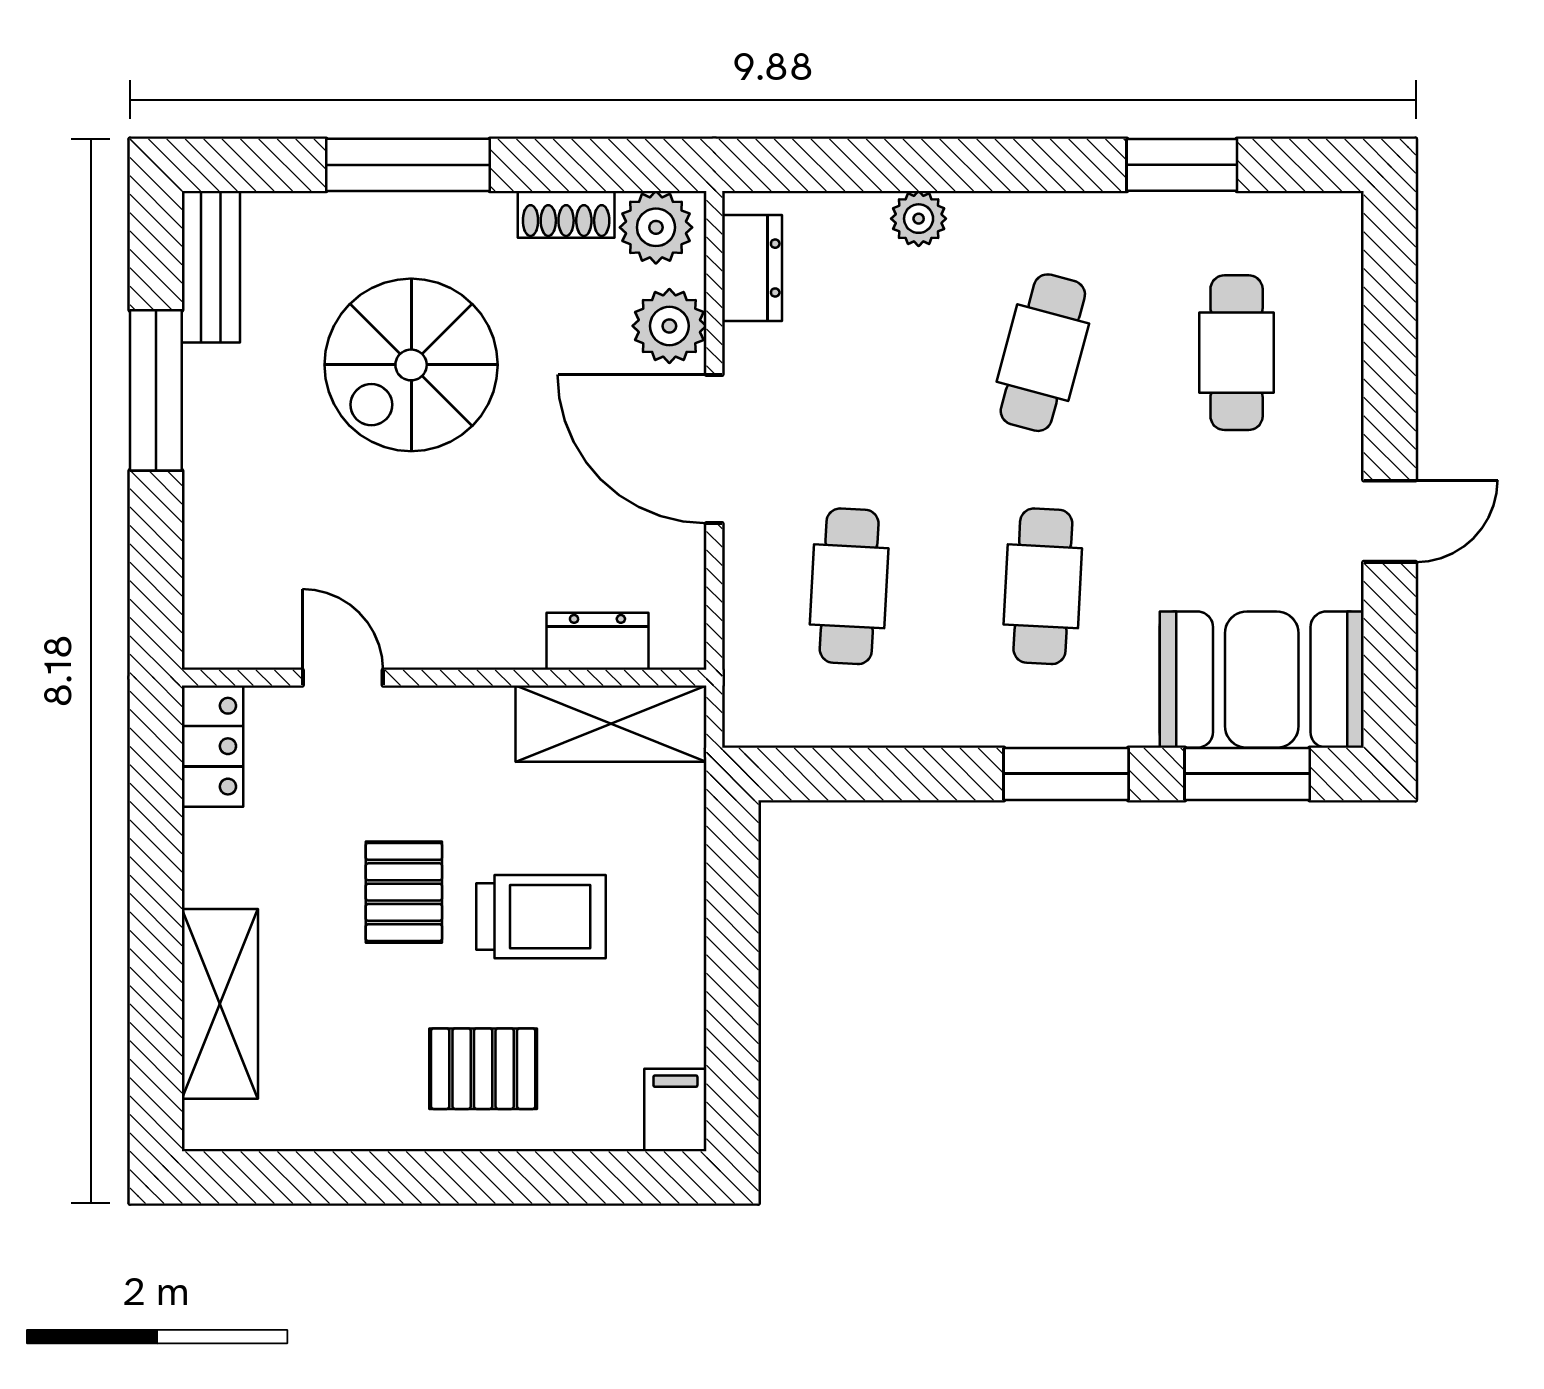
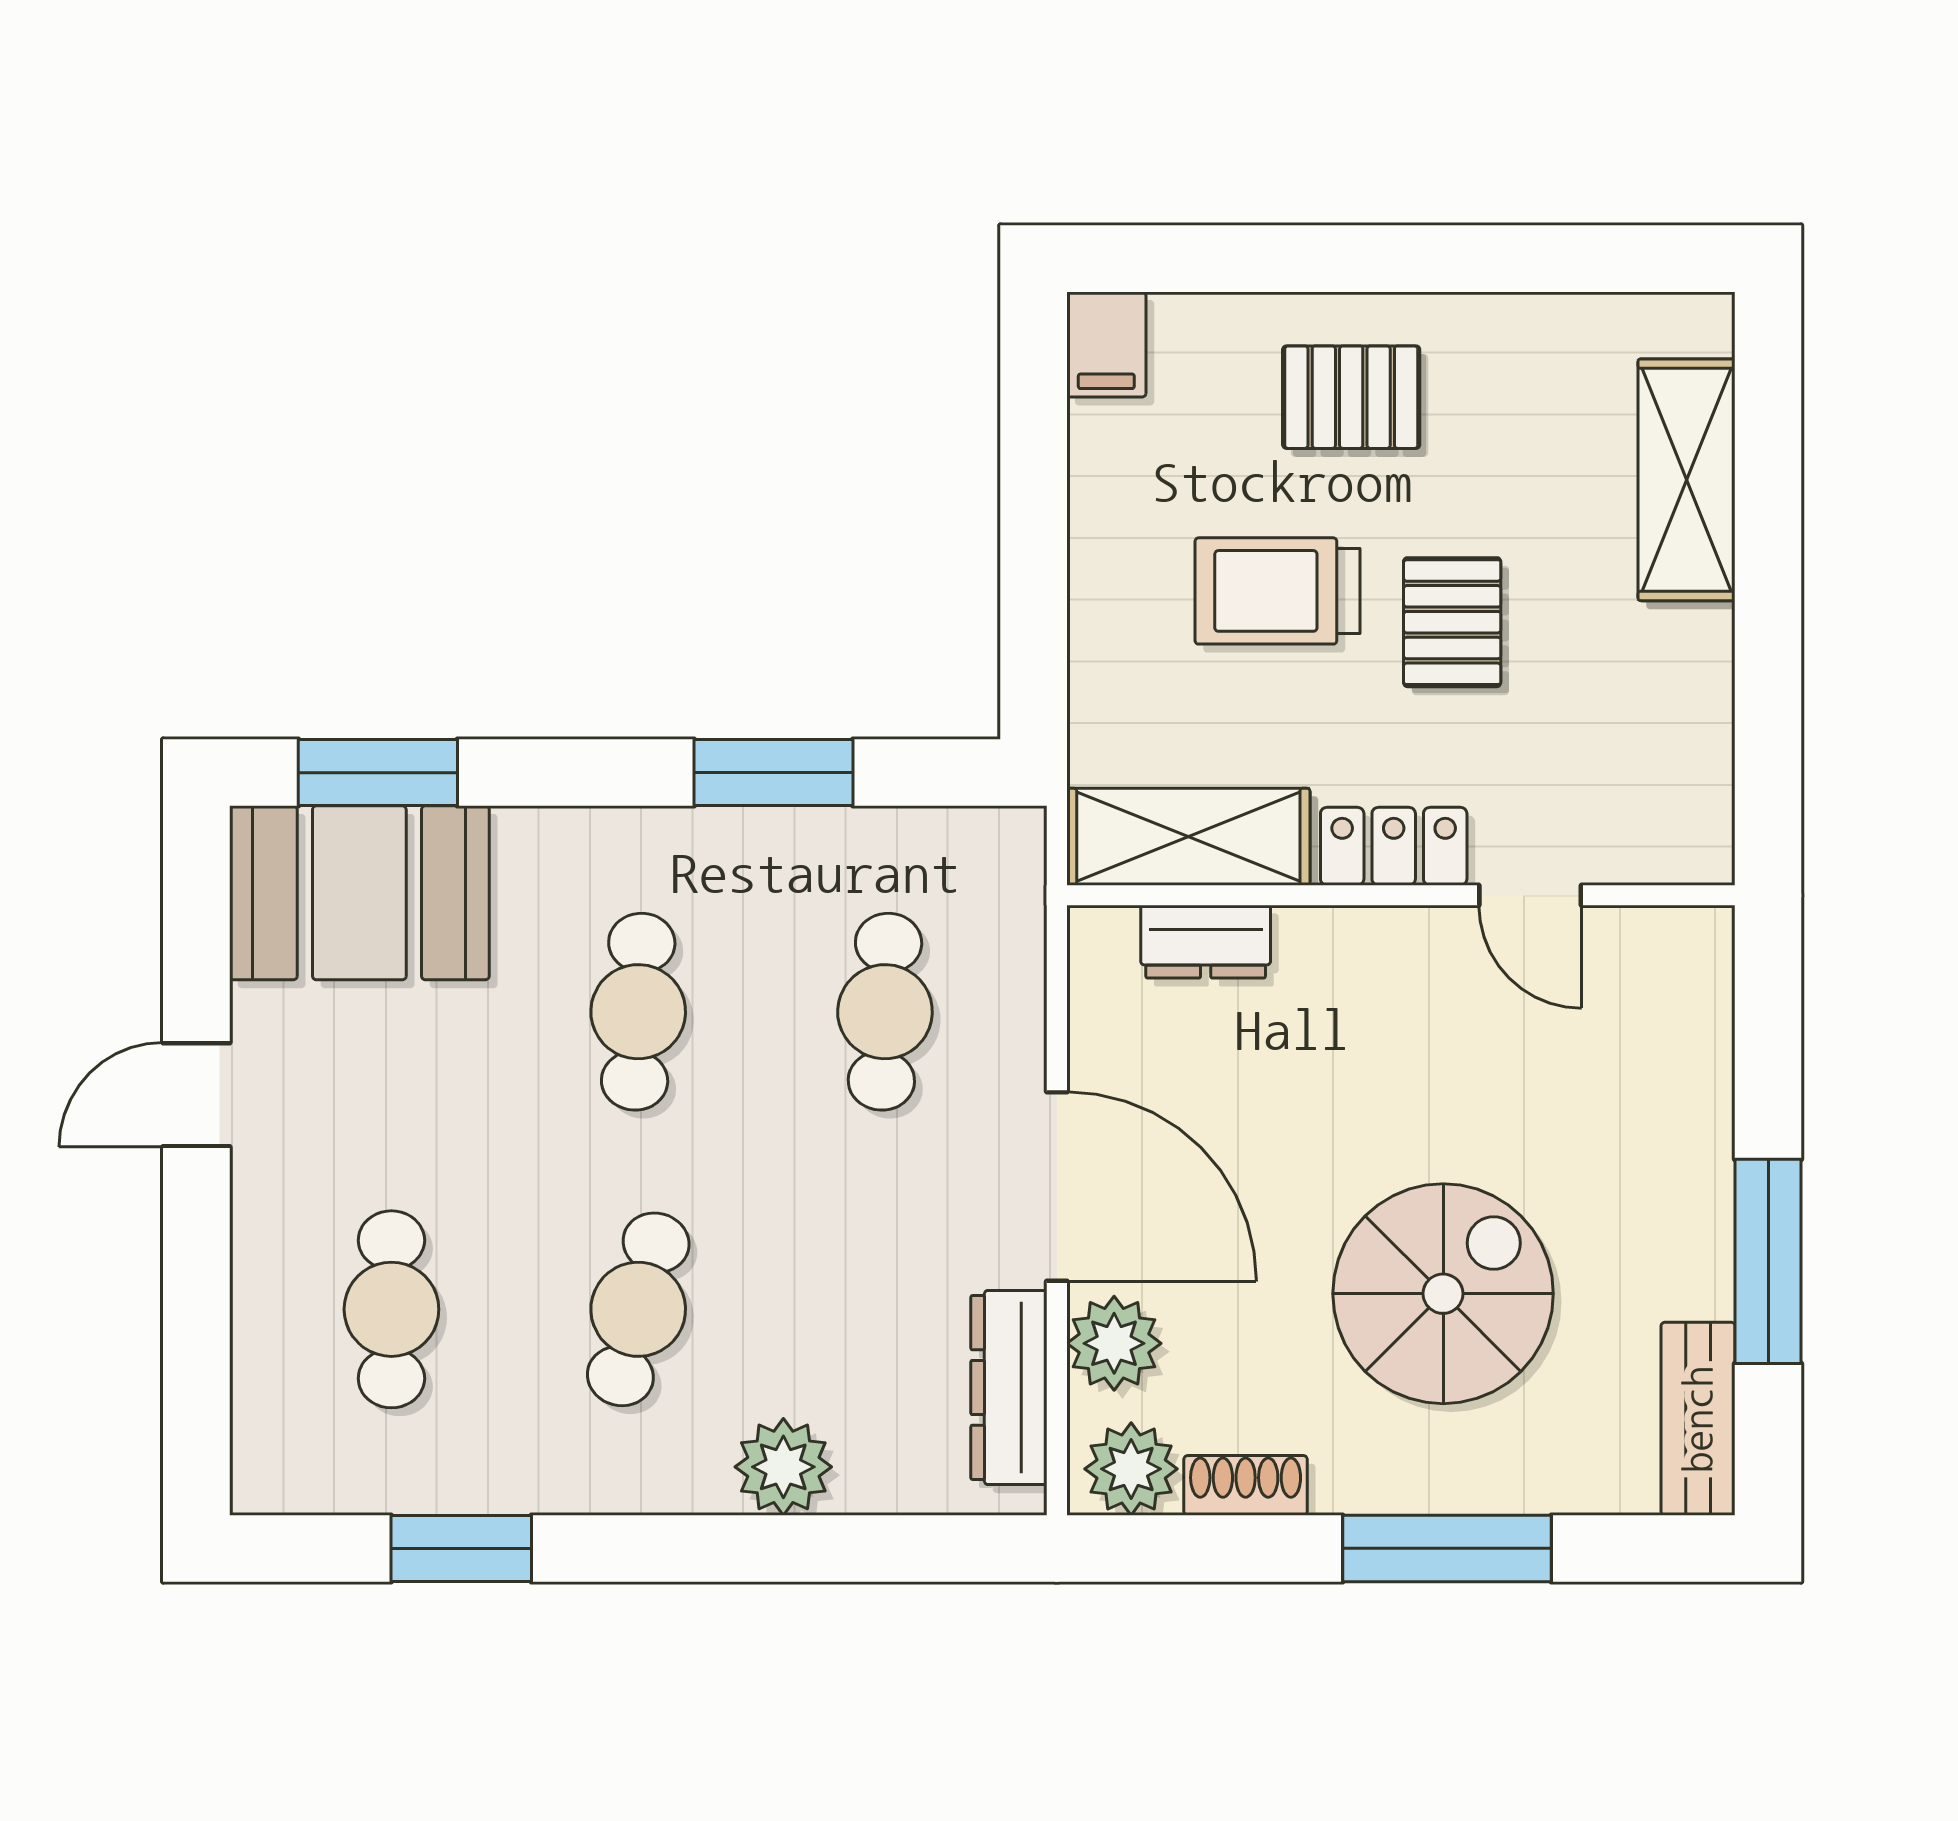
plant: (919, 219) -> (783, 1467), width x1.38, depth x1.38
dresser: (752, 268) -> (1009, 1388), width x1.44
locker: (213, 746) -> (1394, 846), moved, turned 90
window: (1066, 774) -> (774, 773), moved

